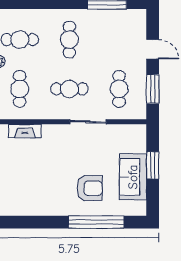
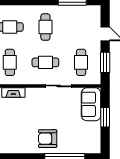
sofa: (133, 177) -> (91, 104), moved
armchair: (90, 188) -> (48, 139), moved, turned 180

